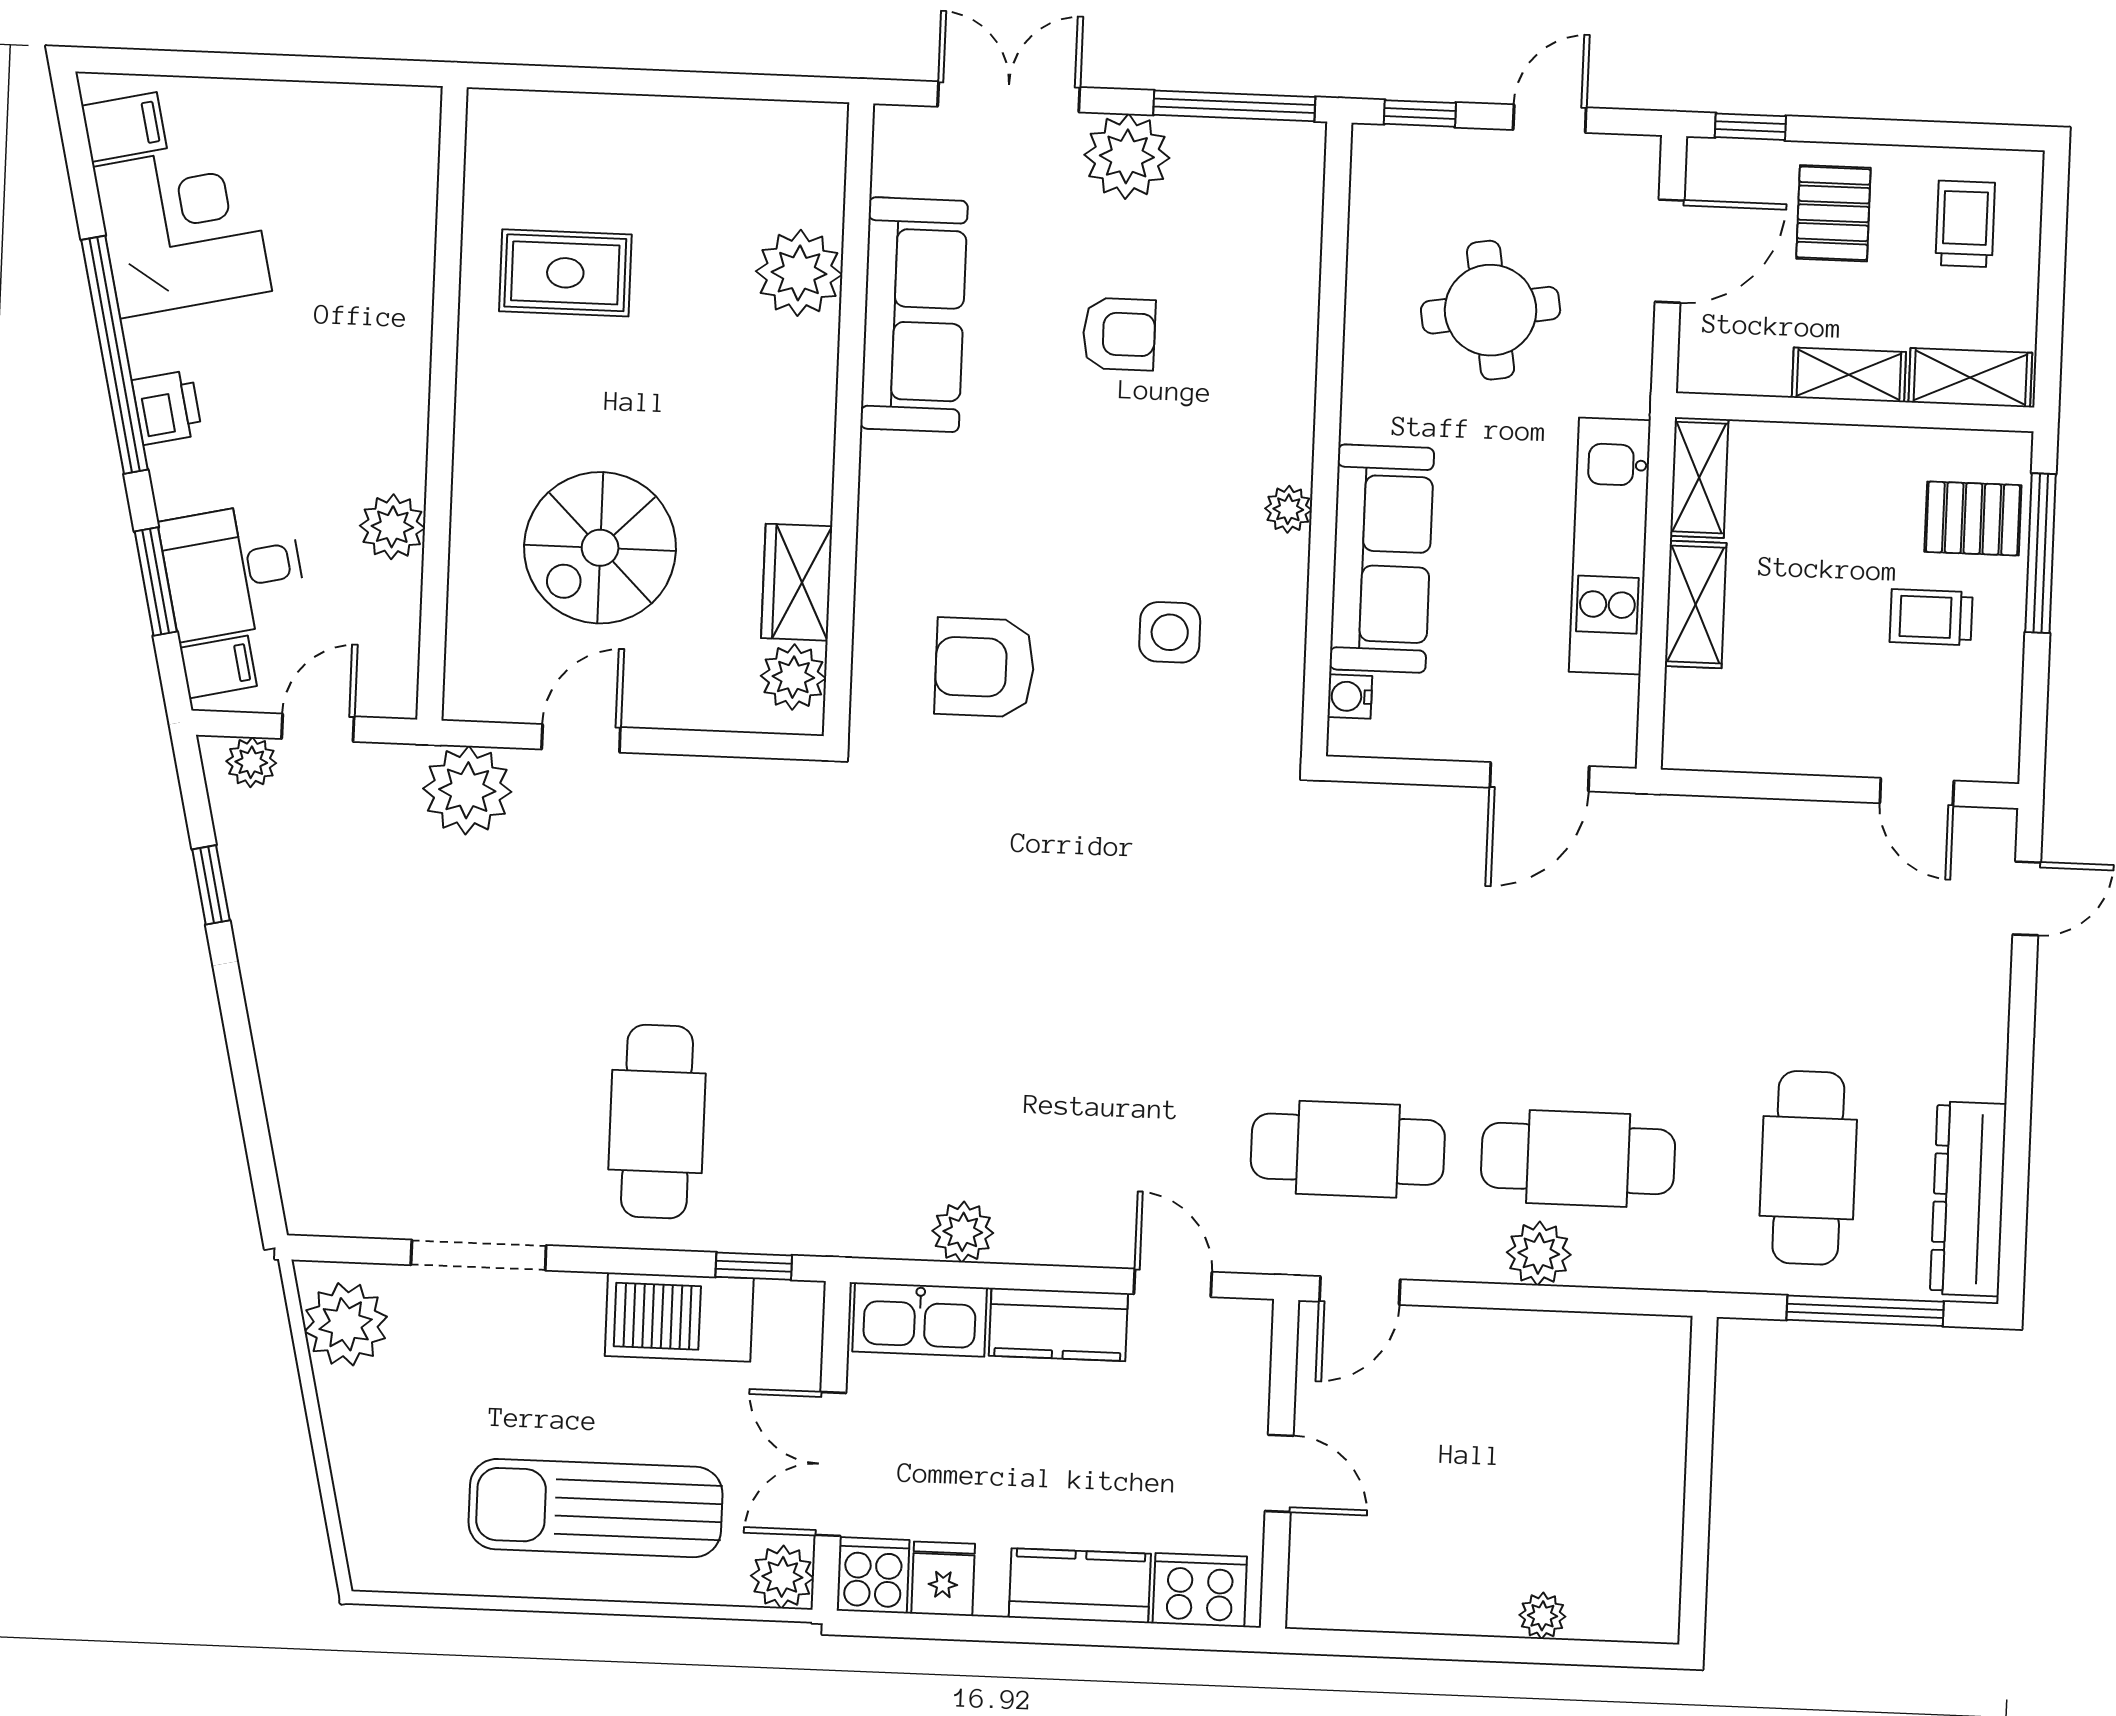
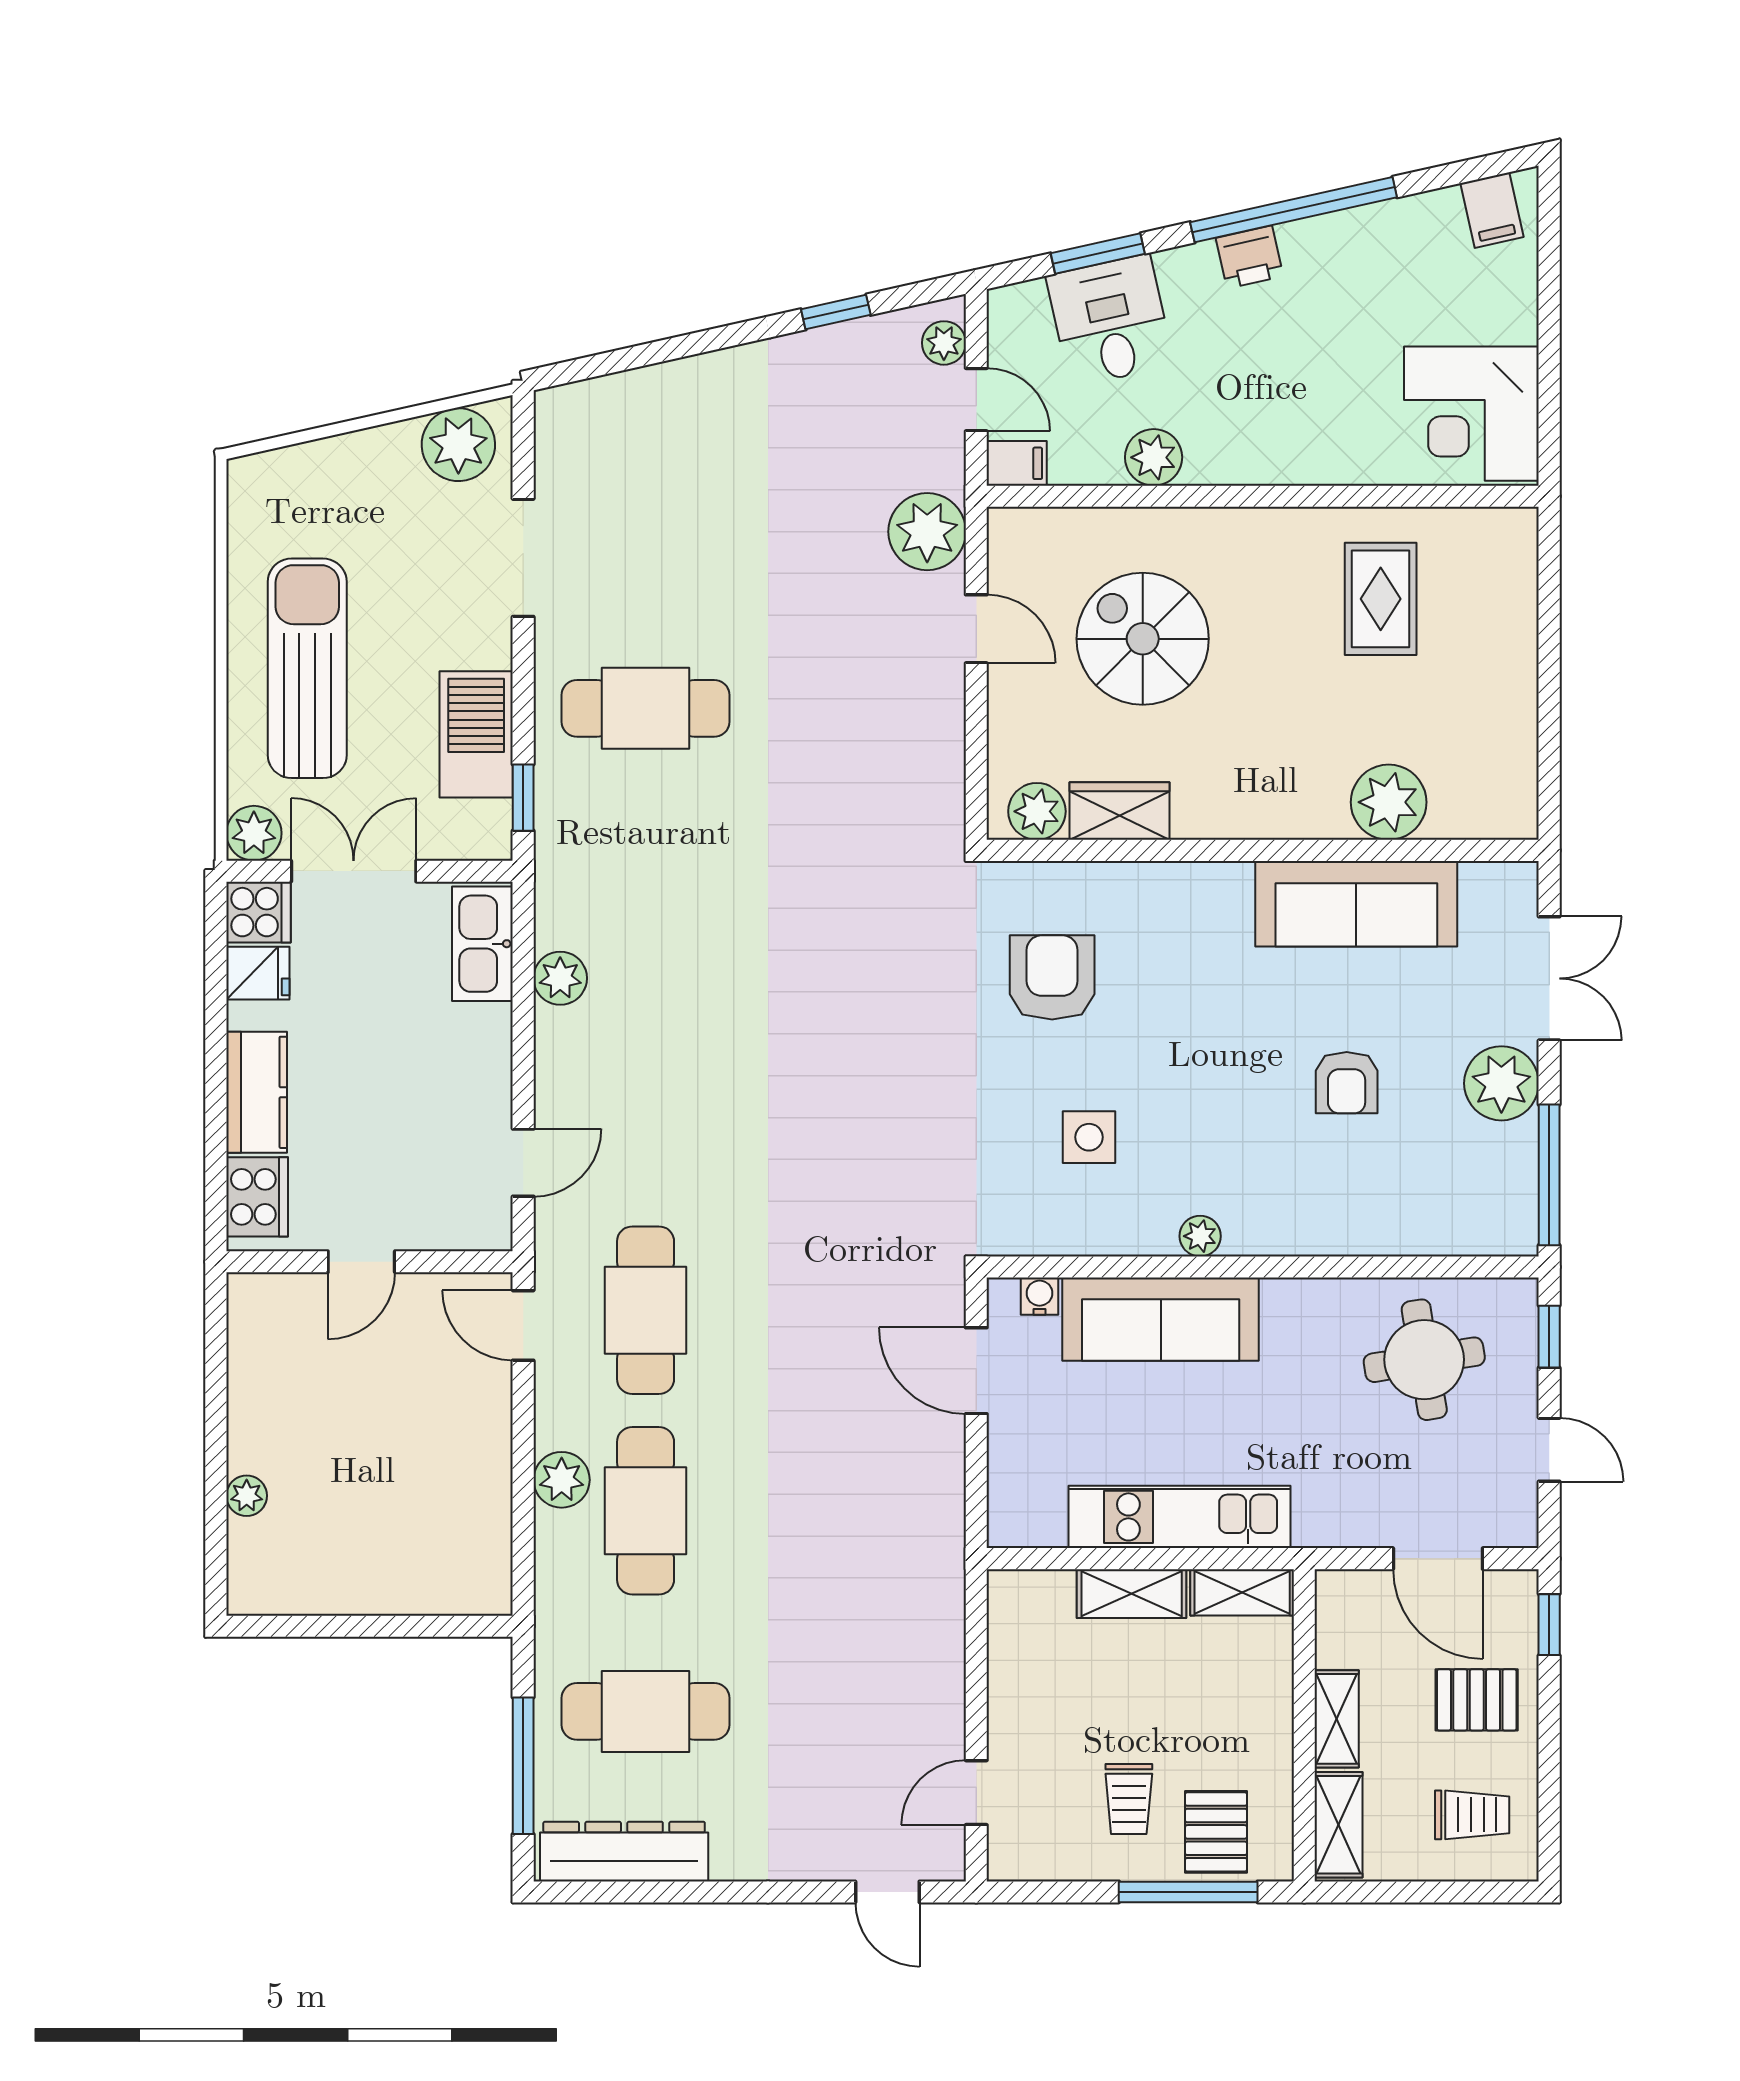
corner desk: (182, 229) -> (1471, 414), moved, turned 103
round table: (1491, 310) -> (1424, 1360), moved
trolley: (1931, 617) -> (1129, 1799), turned 180
filing cabinet: (218, 667) -> (1017, 463), moved, turned -77
door: (1540, 777) -> (976, 1371), moved
kitchen counter: (1058, 1324) -> (483, 1065), removed

